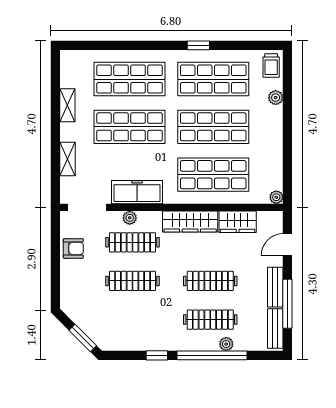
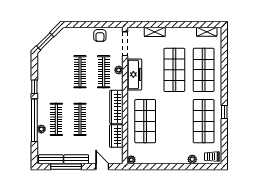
shelving: (67, 105) -> (207, 32), moved
shop shelf: (213, 127) -> (174, 121), removed

